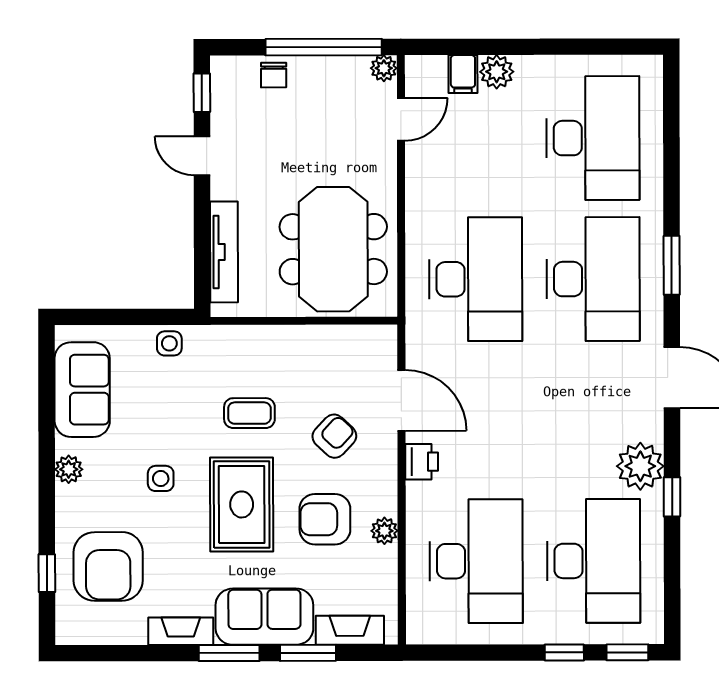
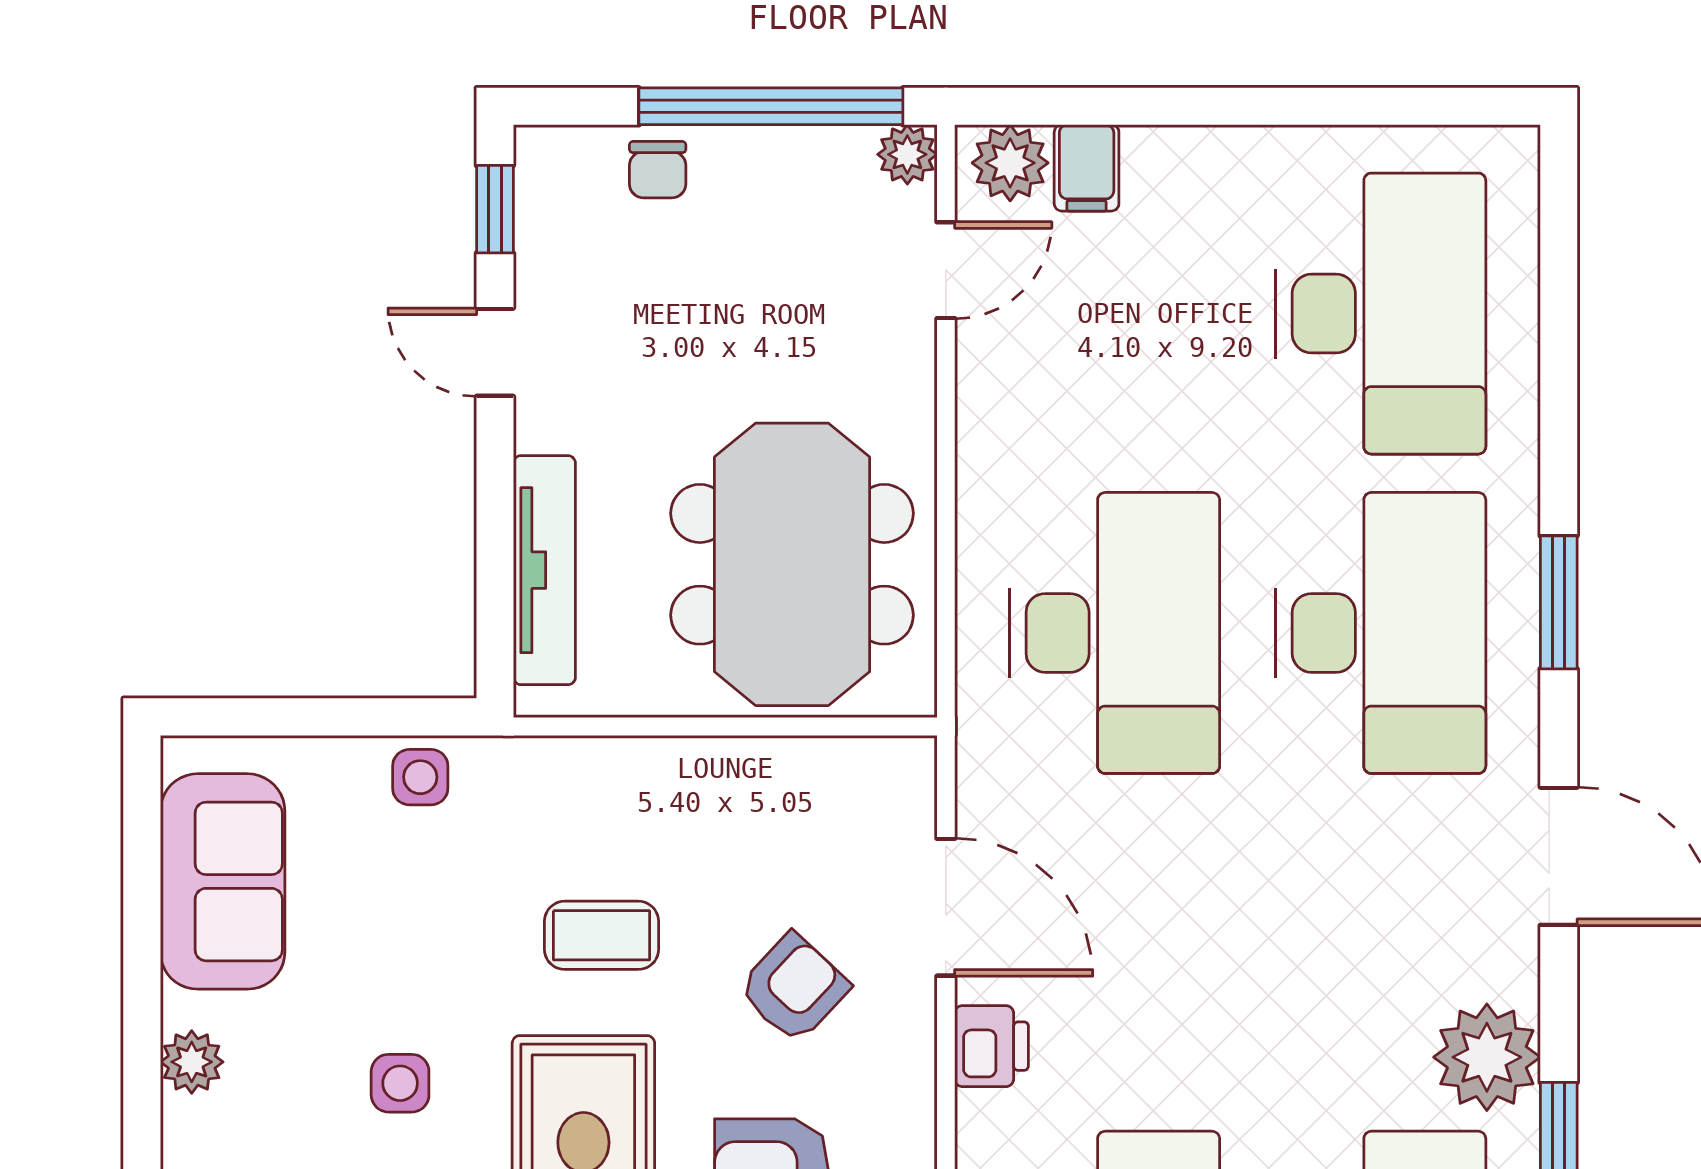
plant: (497, 72) -> (1010, 163), moved

